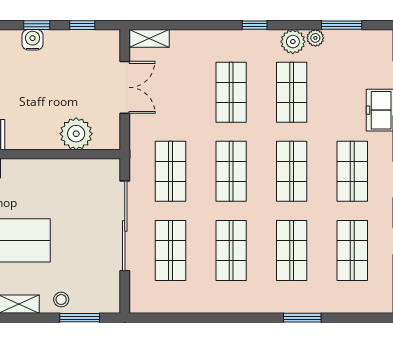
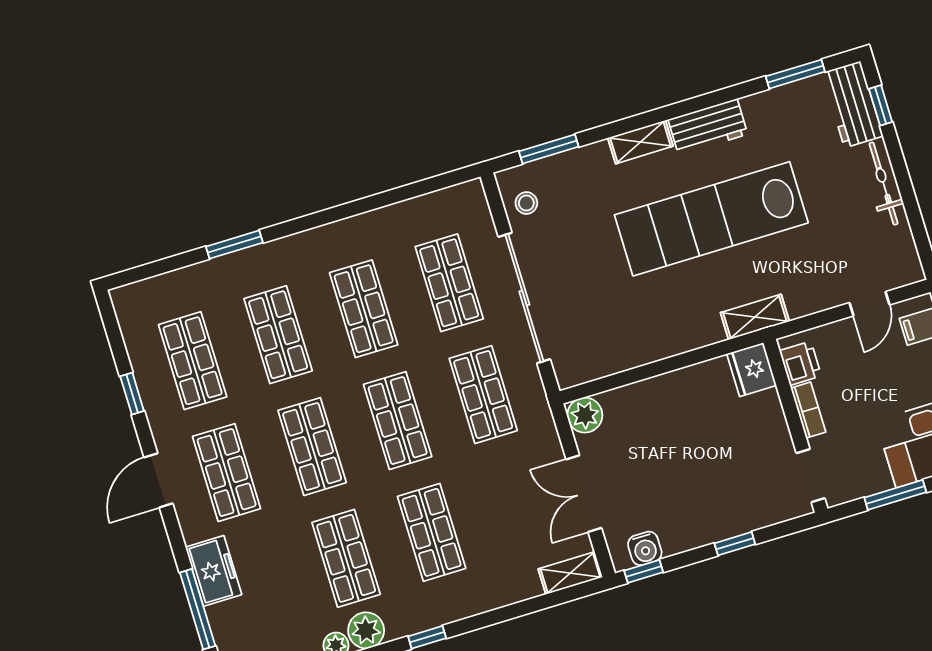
window: (82, 25) -> (644, 571), moved
water cooler: (33, 40) -> (645, 548), moved
plant: (76, 134) -> (585, 415), moved, width x0.73, depth x0.73
stool: (61, 300) -> (526, 203), moved

